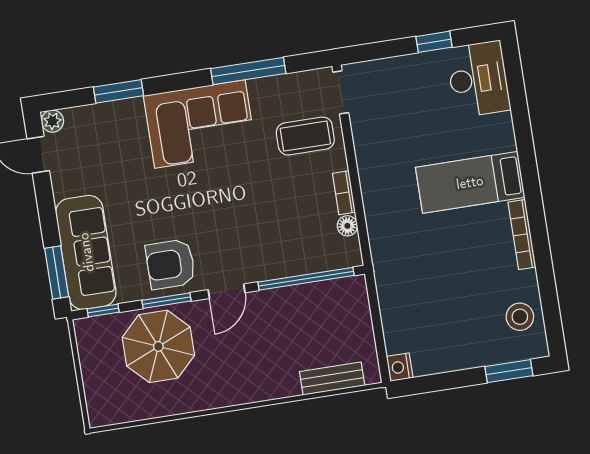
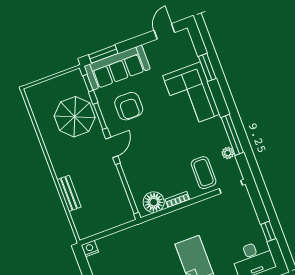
plant: (52, 121) -> (228, 153), moved
corner sofa: (200, 124) -> (191, 95), moved
floor lamp: (347, 226) -> (154, 202), width x1.89, depth x1.89
armchair: (170, 264) -> (129, 106), moved, turned 180
door: (227, 291) -> (112, 147), swing flipped
bench: (332, 378) -> (69, 193), moved

